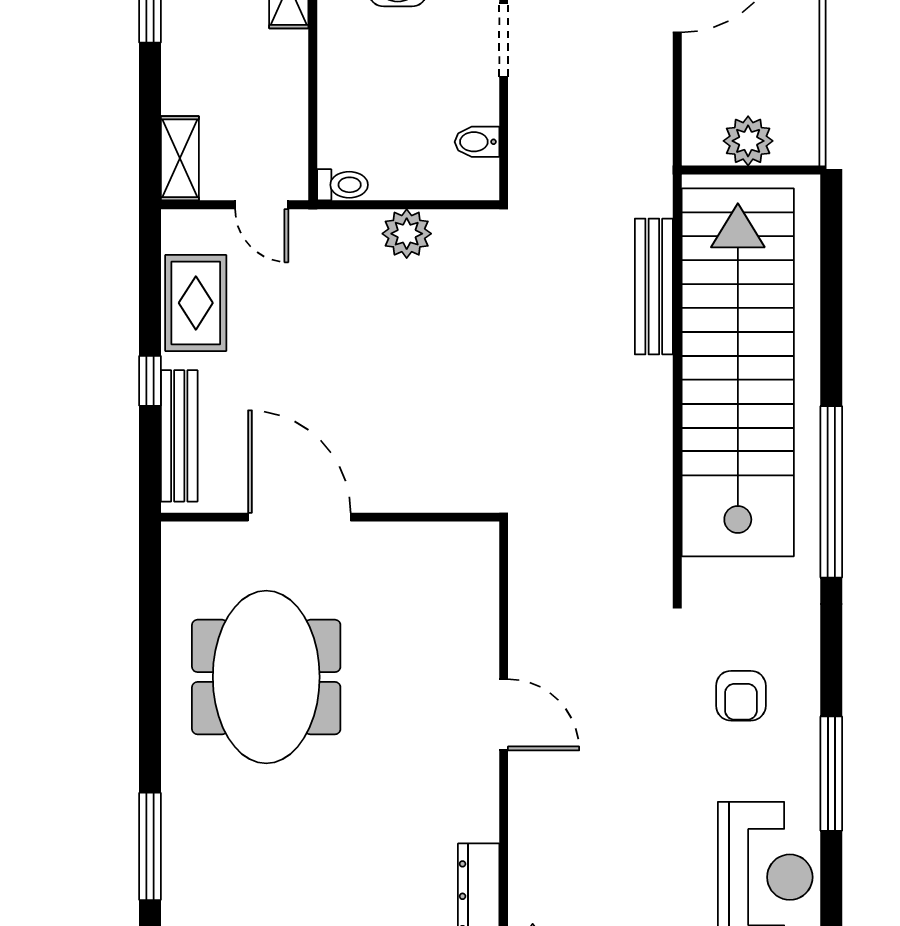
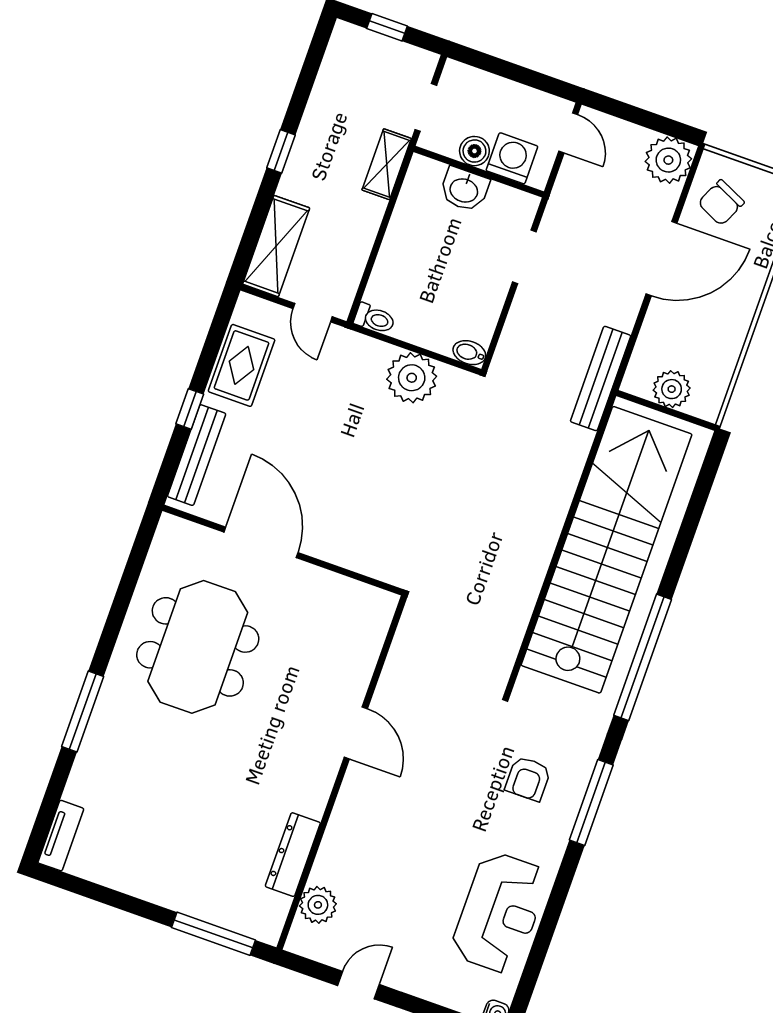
bidet: (477, 142) -> (469, 353), moved
shelving: (180, 158) -> (276, 246), width x1.50, depth x1.33
plant: (407, 234) -> (412, 378), width x1.36, depth x1.36
bench: (654, 287) -> (601, 378), moved
window: (831, 774) -> (591, 803), moved
window: (150, 846) -> (83, 711), moved

